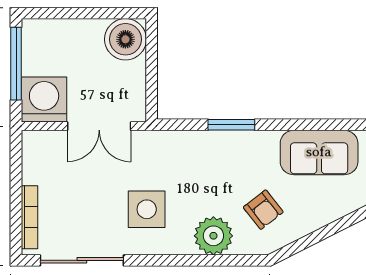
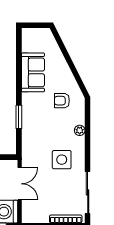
armchair: (263, 210) -> (62, 101), turned -142
plant: (213, 236) -> (80, 130), width x0.53, depth x0.53

